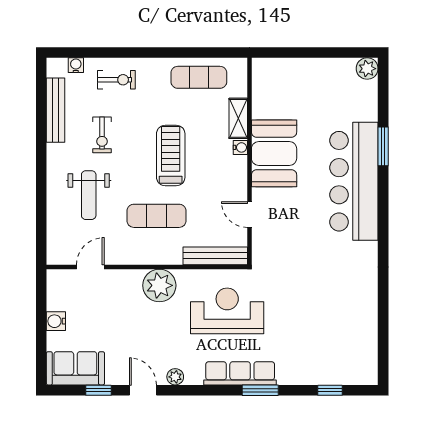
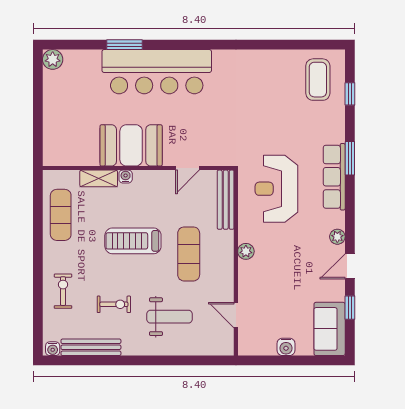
water cooler: (76, 65) -> (53, 349), moved, turned -90
plant: (159, 285) -> (246, 251), width x0.53, depth x0.53
coffee table: (345, 356) -> (318, 80), added

